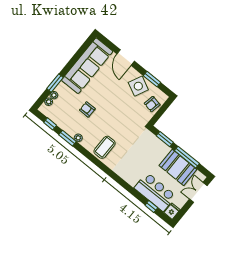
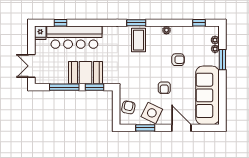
armchair: (114, 97) -> (164, 88), added
window: (68, 138) -> (136, 23), moved
booth: (178, 167) -> (86, 73), moved
bar counter: (155, 192) -> (74, 37), width x1.36
double door: (198, 192) -> (31, 66), swing flipped

